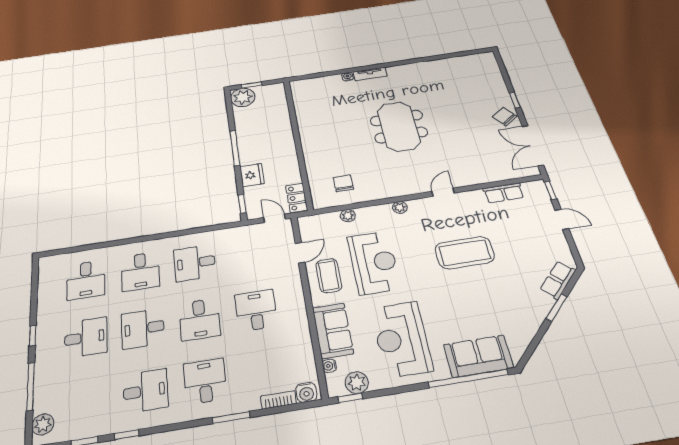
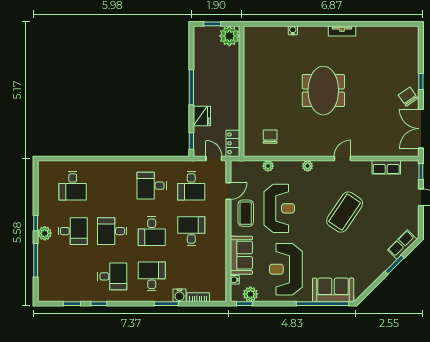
tv unit: (370, 74) -> (342, 31), moved
plant: (243, 97) -> (229, 36), moved
coffee table: (465, 253) -> (345, 212), turned -56
desk: (140, 271) -> (191, 186), moved
water cooler: (306, 392) -> (179, 295), moved
plant: (43, 424) -> (45, 233), moved

